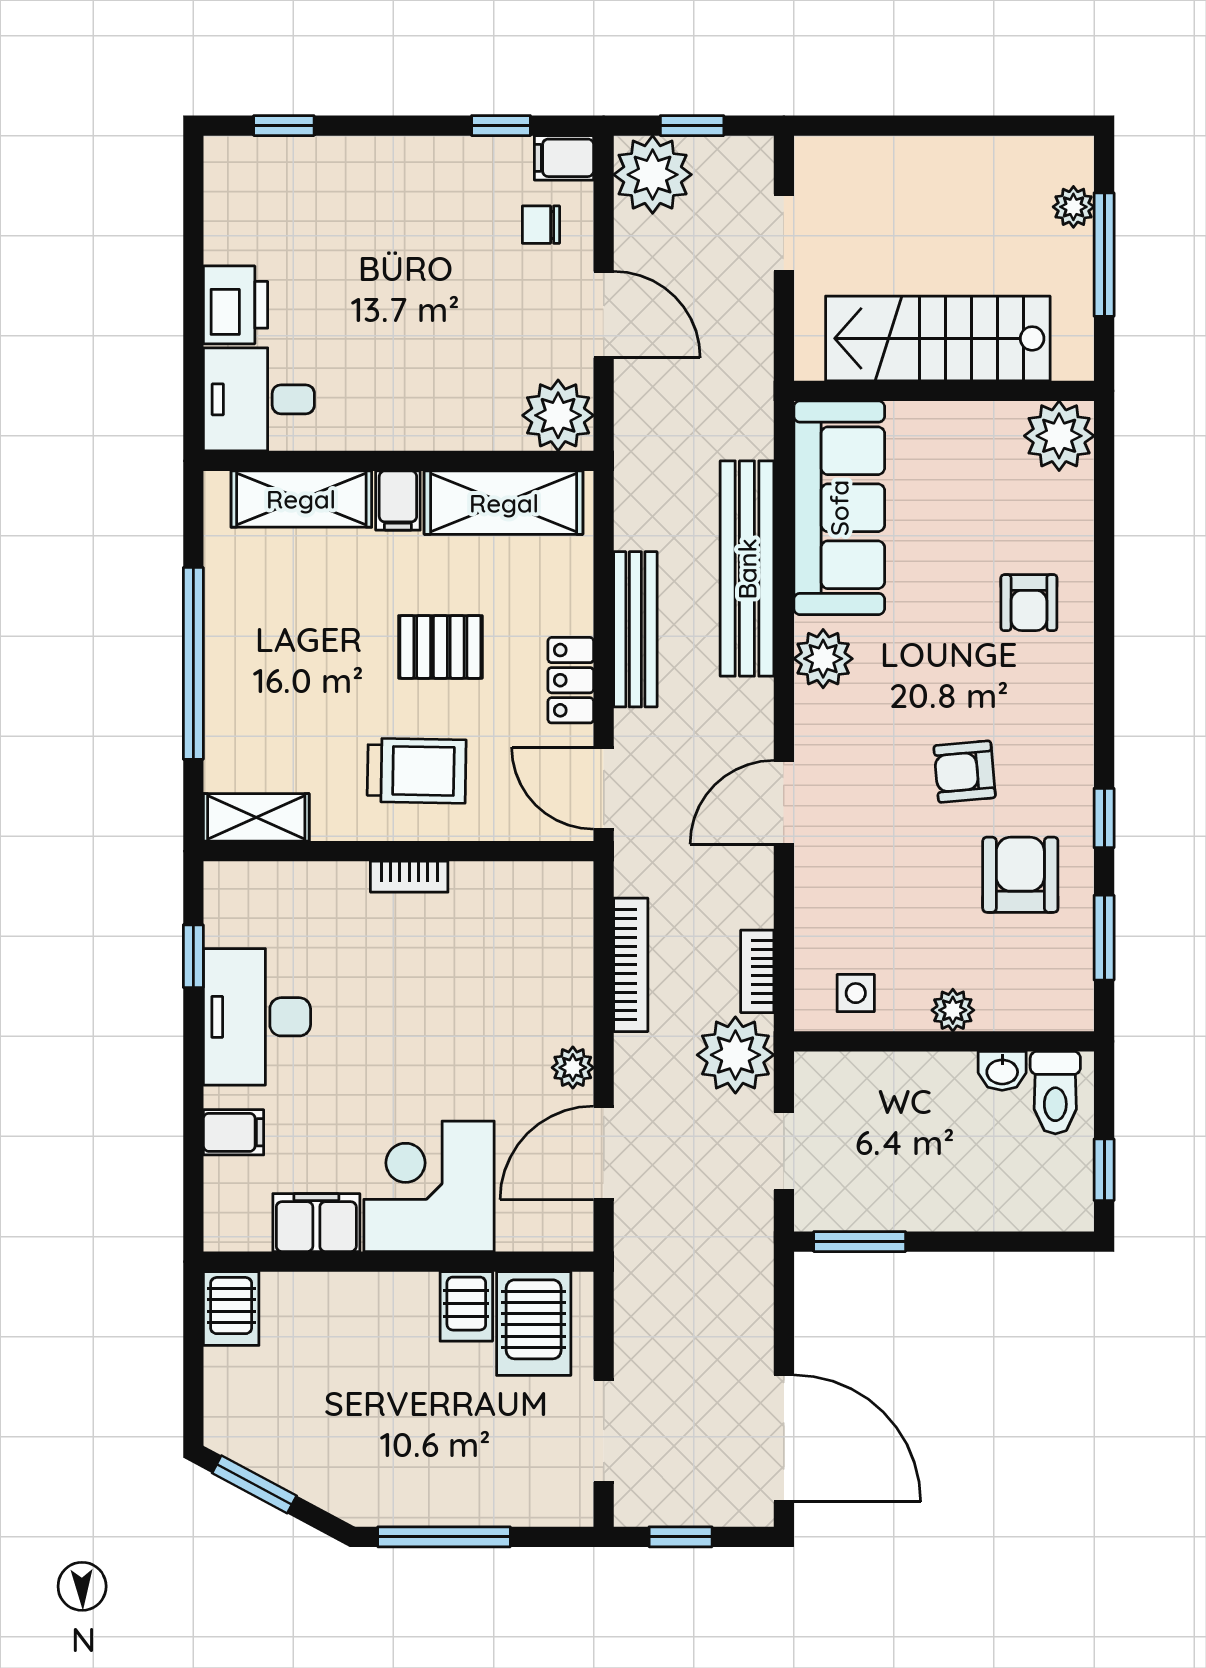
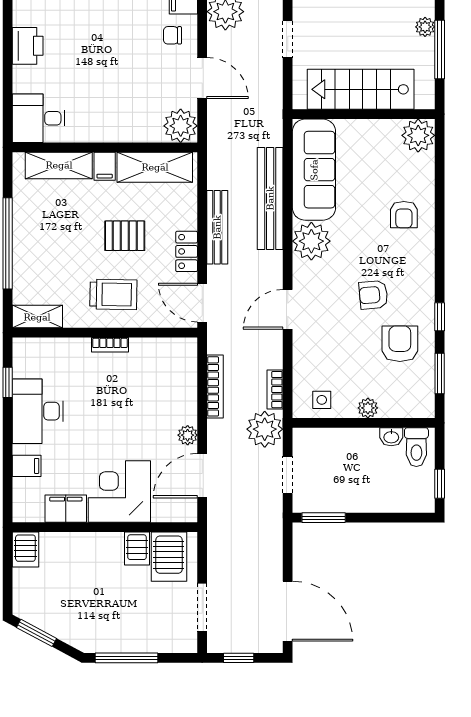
printer: (235, 305) -> (28, 46), moved
plant: (823, 659) -> (311, 241), width x1.36, depth x1.36

